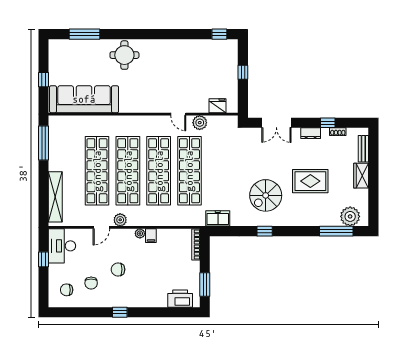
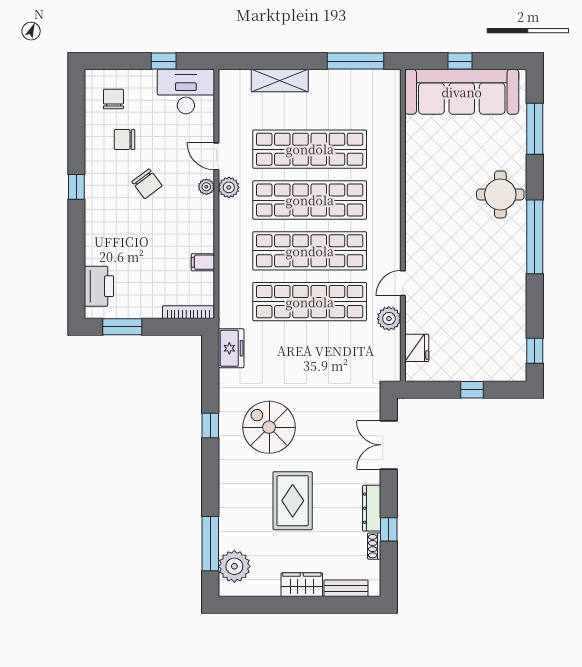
window: (150, 34) -> (535, 237), added
sofa: (84, 99) -> (462, 92), moved, turned 90
dresser: (311, 133) -> (372, 508), width x1.44
shelving: (55, 197) -> (280, 81), width x0.68
plant: (140, 233) -> (206, 187), moved
filing cabinet: (151, 236) -> (203, 262), moved
chair: (118, 269) -> (147, 184), turned 143

